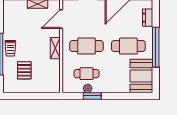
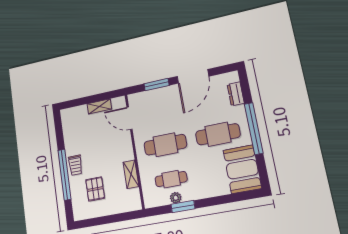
door: (61, 19) -> (129, 118), hinge flipped
shelving: (55, 48) -> (131, 174), moved

